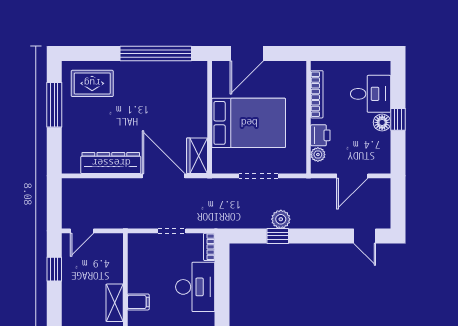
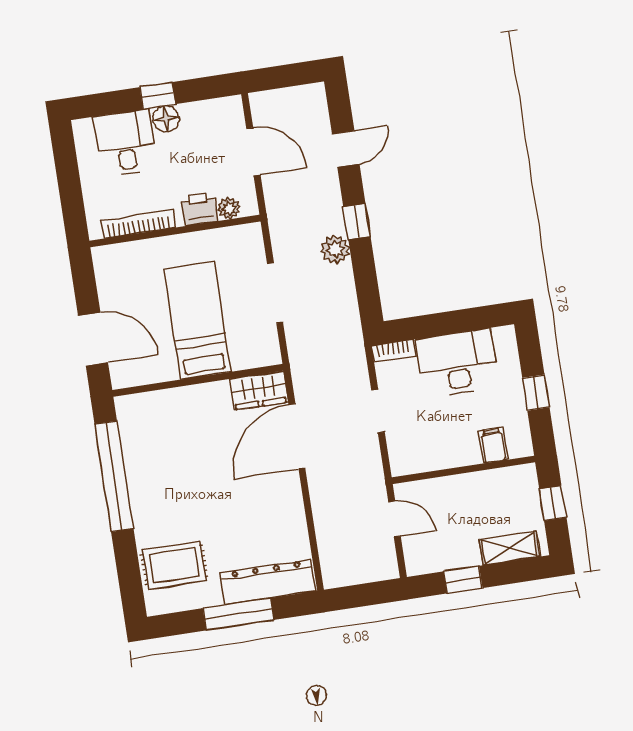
rug: (92, 83) -> (174, 565), turned 90
window: (54, 105) -> (238, 614), moved
bed: (249, 123) -> (197, 320), width x0.67
dresser: (111, 163) -> (268, 582), moved, turned 90
door: (82, 231) -> (394, 519), moved
window: (278, 236) -> (357, 221), moved
door: (365, 236) -> (346, 149), moved
shelving: (115, 303) -> (510, 548), moved

